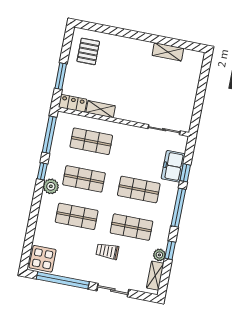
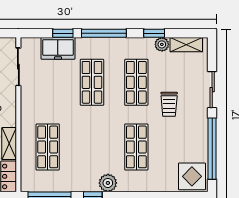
shop shelf: (84, 179) -> (92, 147), removed

